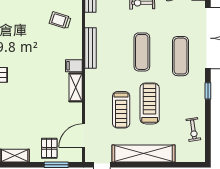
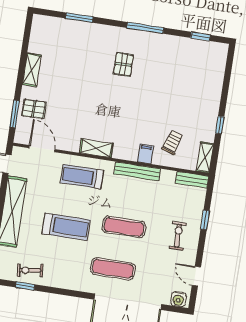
filing cabinet: (74, 66) -> (145, 154), moved
window: (208, 91) -> (25, 286), moved
treadmill: (121, 110) -> (82, 177), moved

